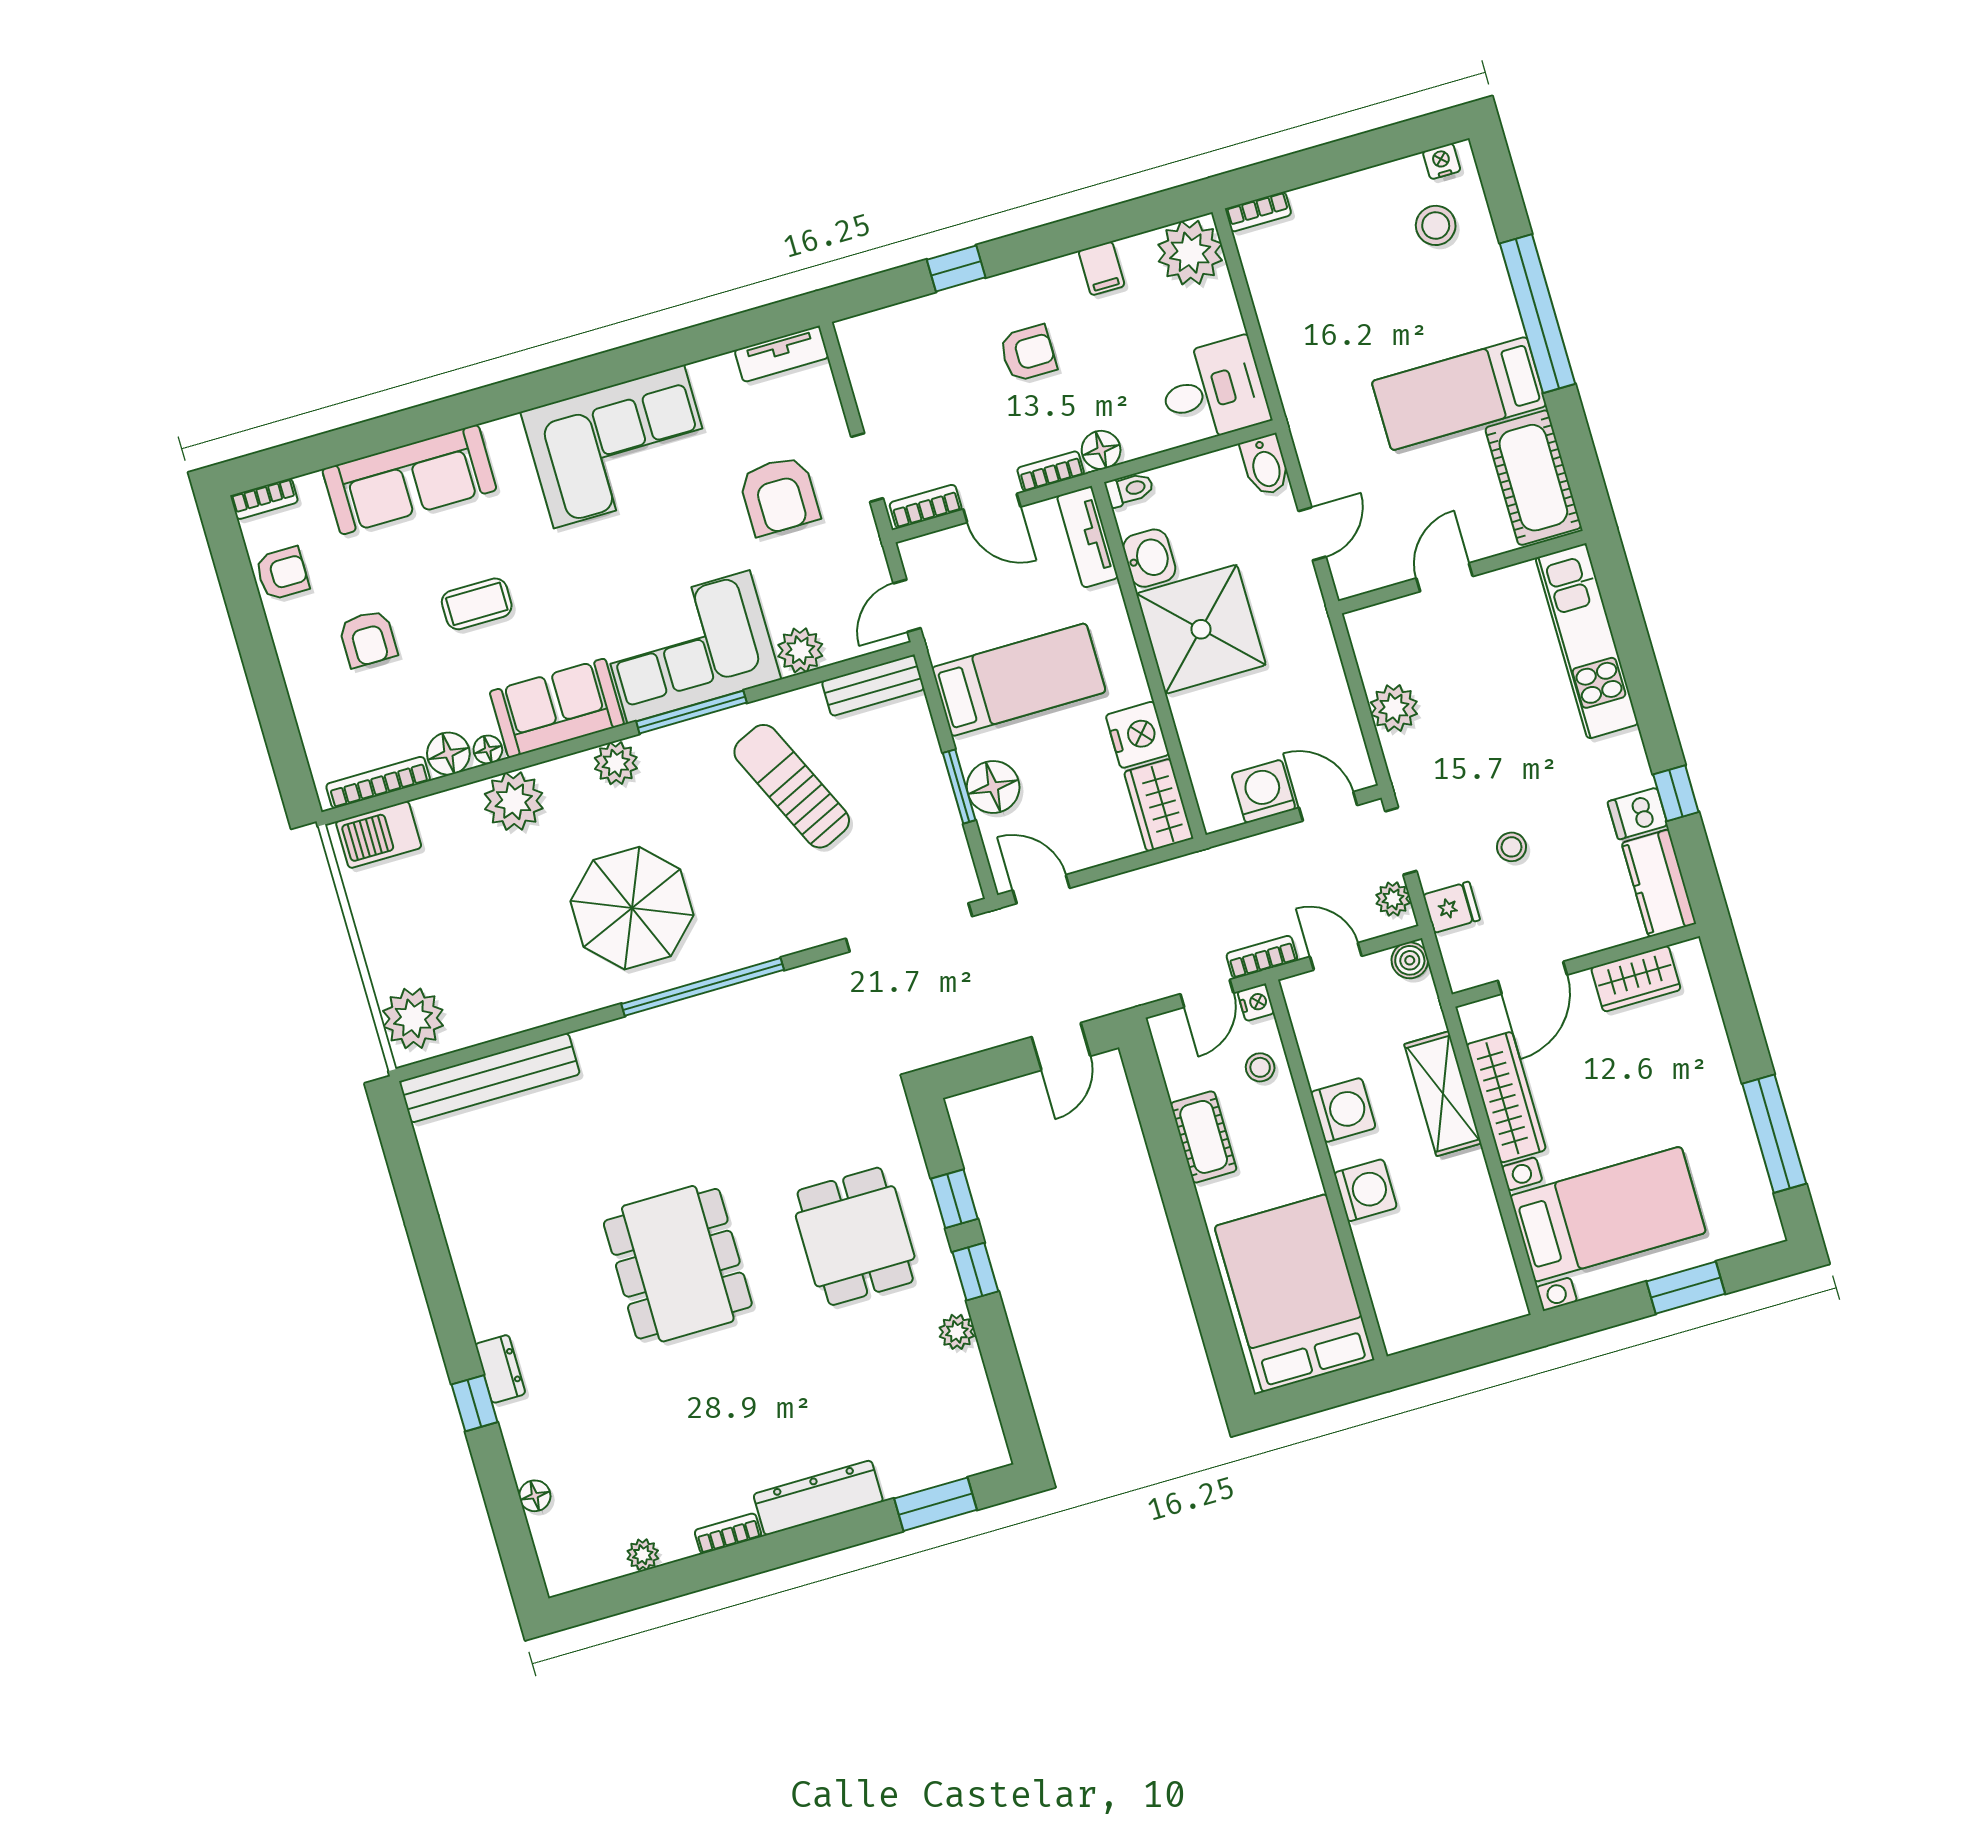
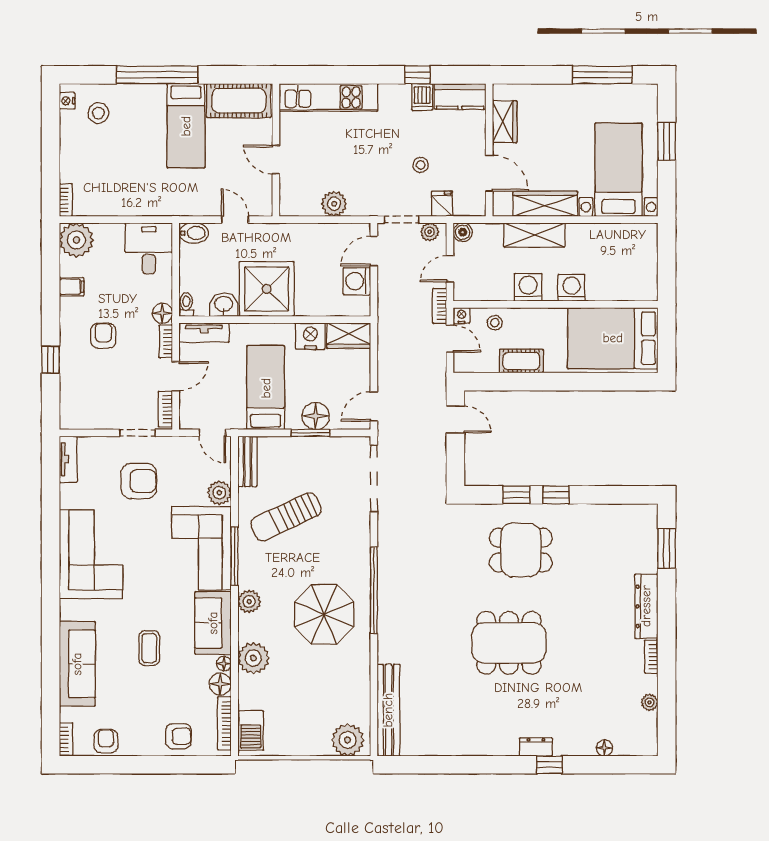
armchair: (368, 639) -> (178, 736), moved
plant: (957, 1332) -> (583, 513), removed

